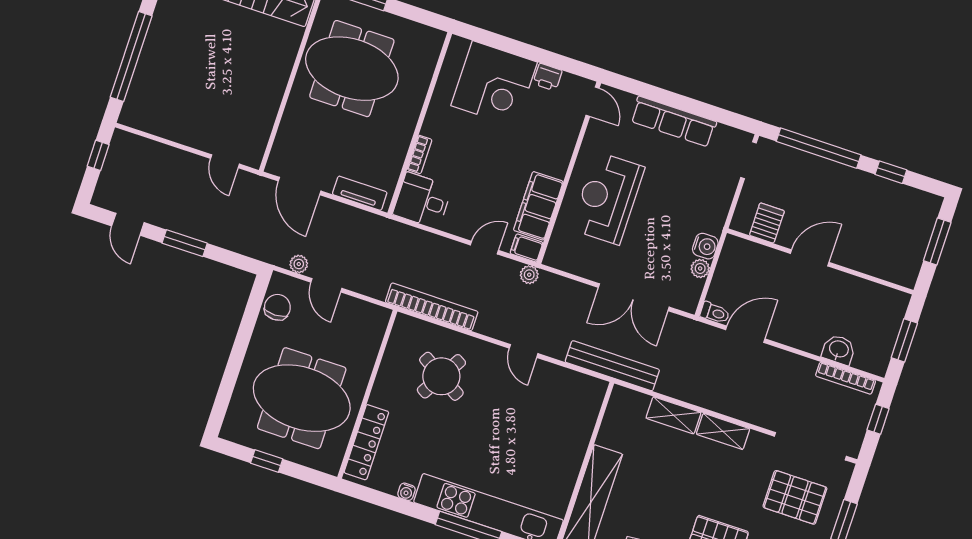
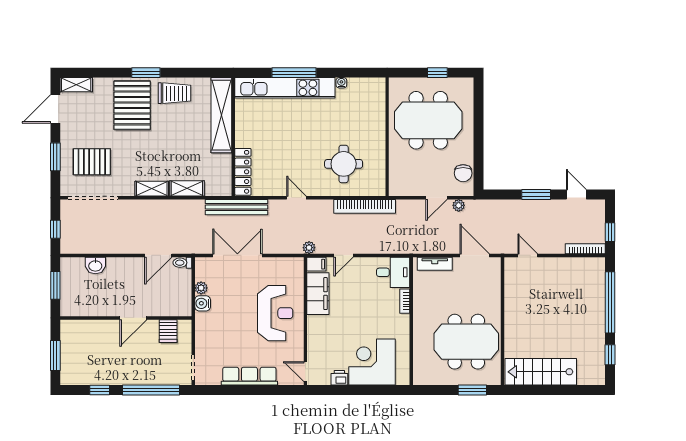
door: (326, 285) -> (436, 198), swing flipped
round table: (441, 376) -> (344, 164), turned -31
bookcase: (846, 378) -> (585, 249), moved
locker: (366, 442) -> (243, 172), moved, turned 180

